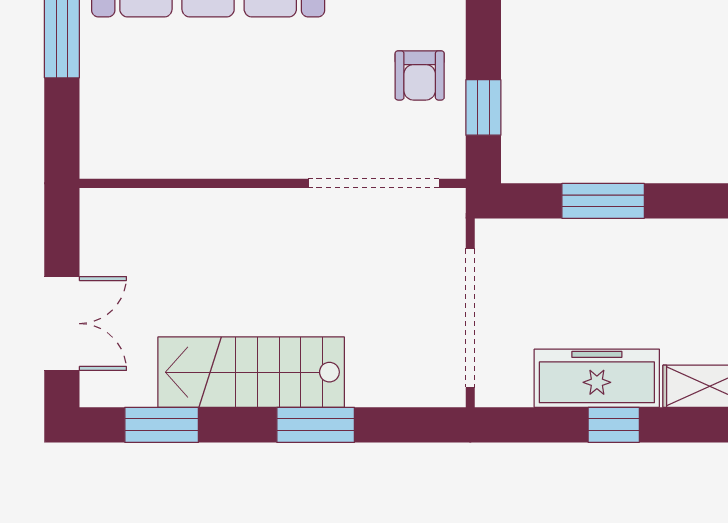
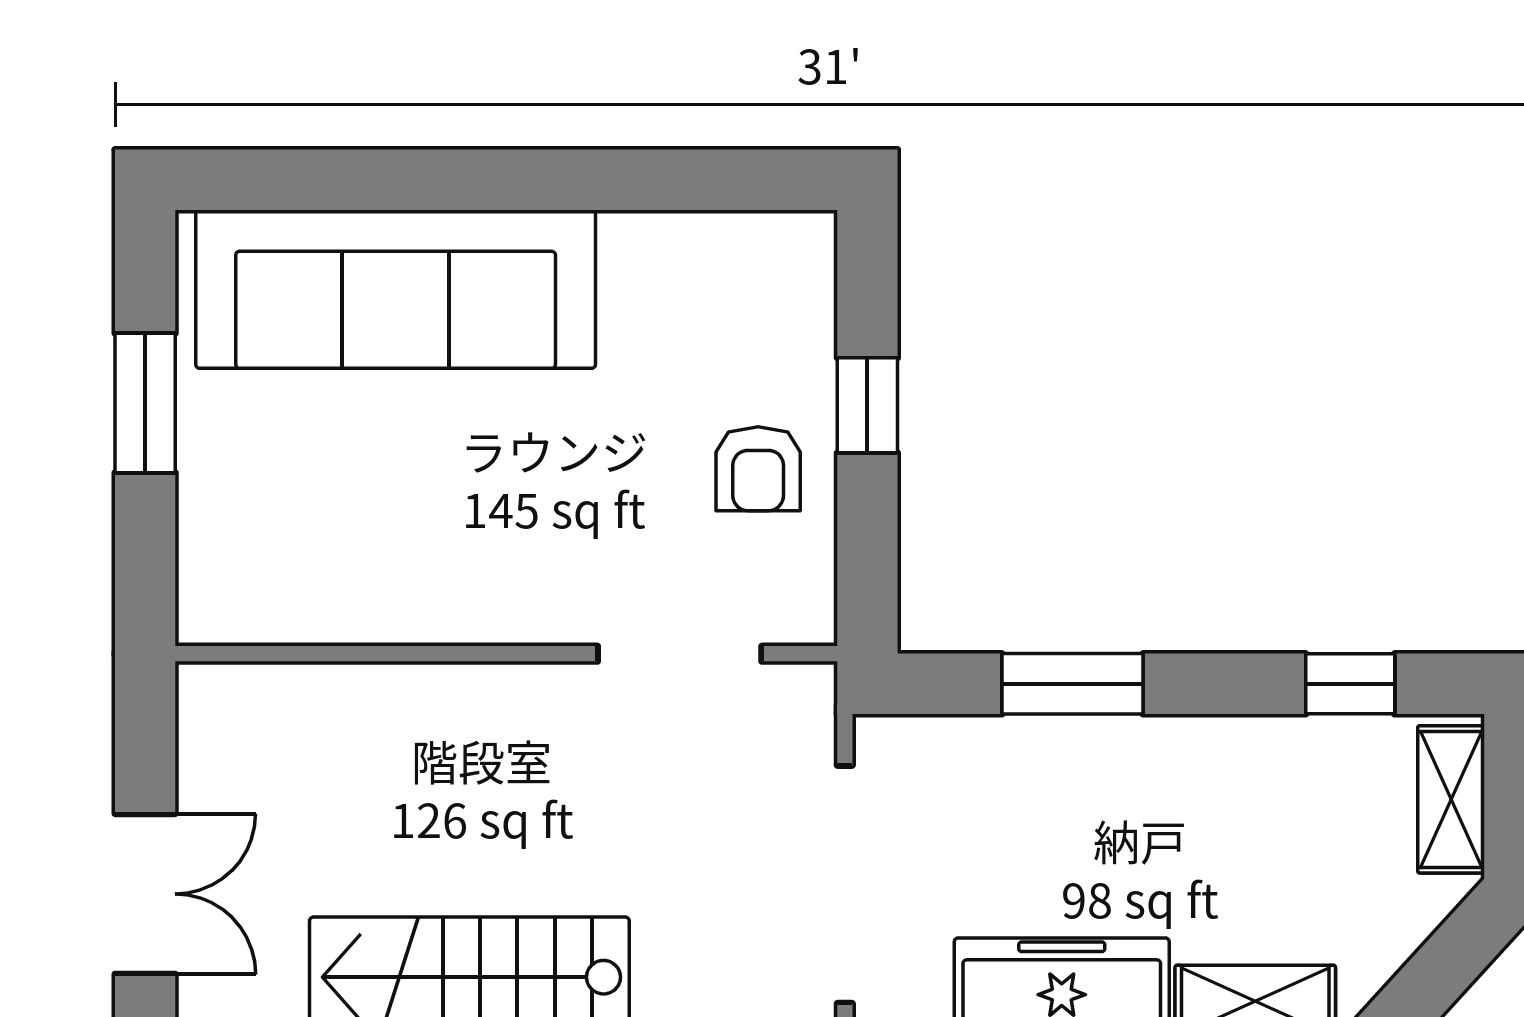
window: (483, 107) -> (867, 405), moved
doorway: (374, 183) -> (680, 654), width x0.73

